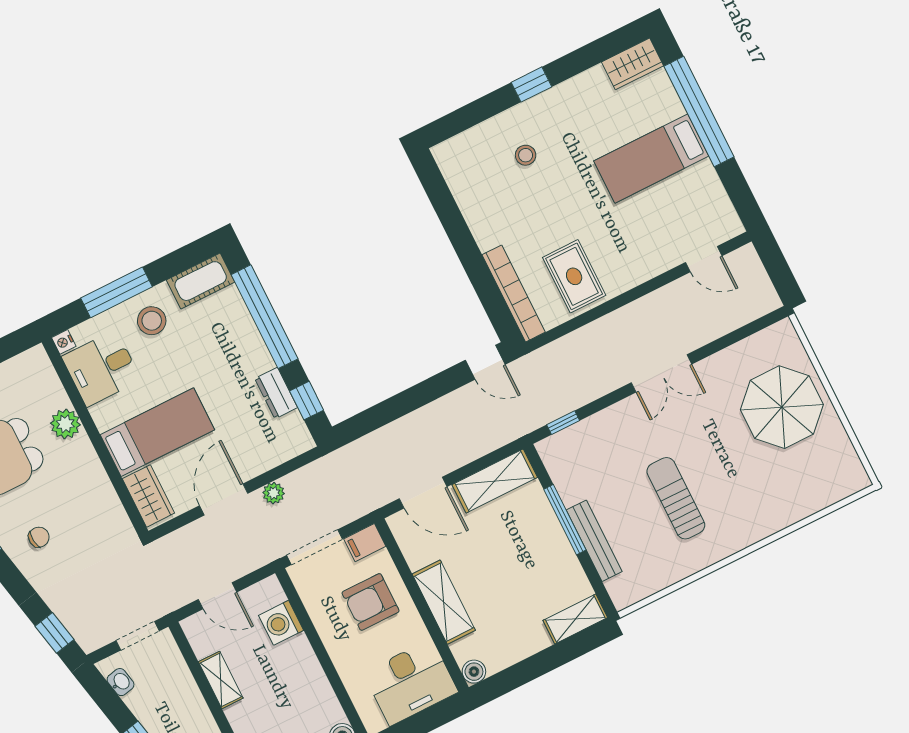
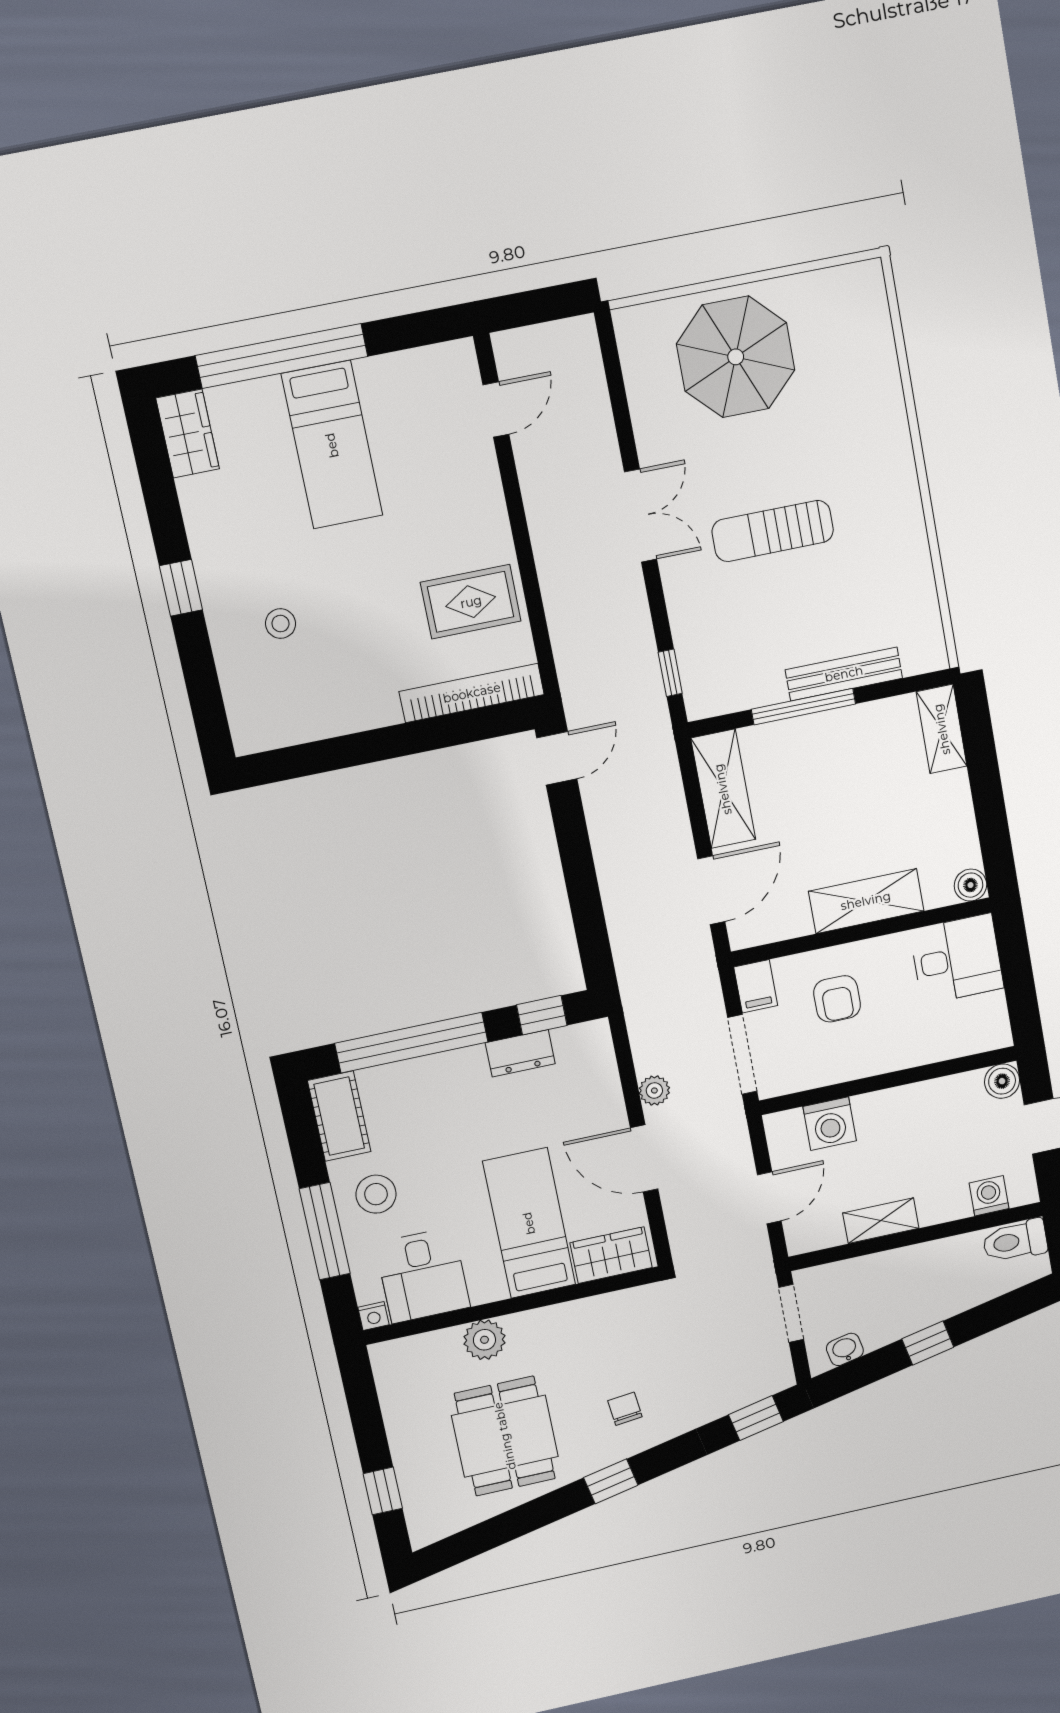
sun lounger: (676, 498) -> (773, 531), moved
armchair: (371, 602) -> (837, 999), width x0.72, depth x0.72
desk: (411, 682) -> (957, 959), width x0.73

